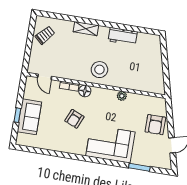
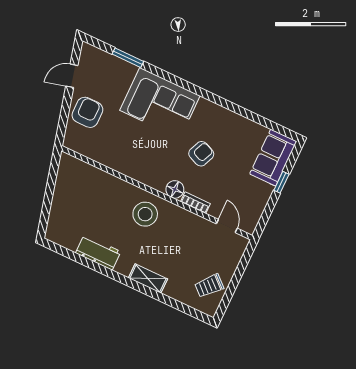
plant: (122, 96) -> (124, 167), removed
sofa: (29, 117) -> (273, 158), moved

